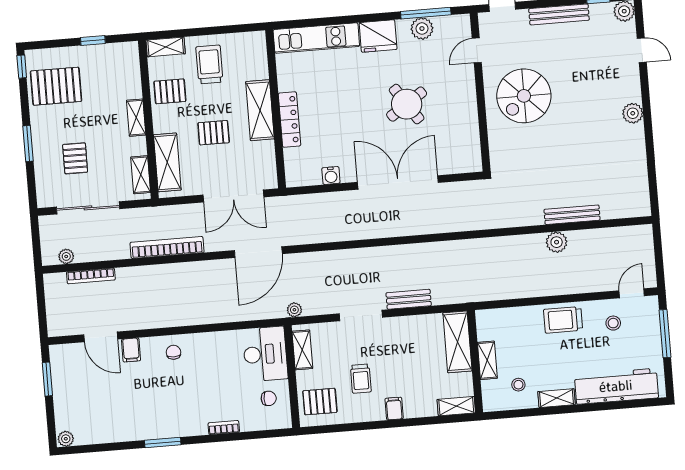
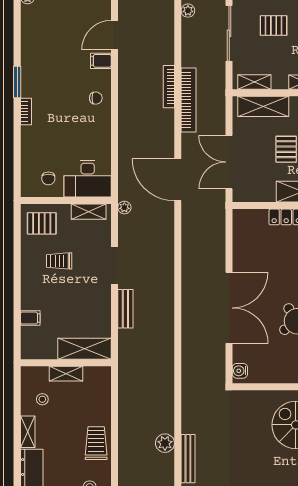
water cooler: (331, 176) -> (240, 371), moved
bookcase: (91, 276) -> (169, 87), moved
pallet: (320, 402) -> (42, 223), turned 90
shelving: (456, 406) -> (28, 343), removed
filing cabinet: (394, 409) -> (30, 318), moved
bookcase: (224, 427) -> (26, 111), moved

